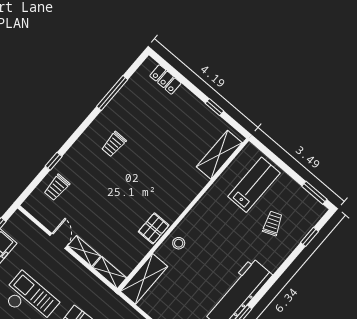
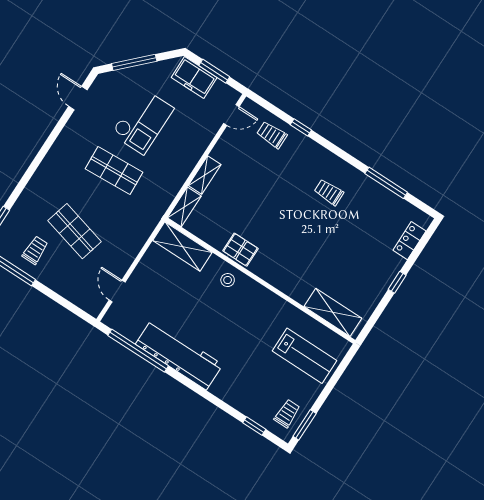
window: (214, 107) -> (397, 282), moved
trolley: (273, 223) -> (287, 414), moved, turned -68
door: (58, 241) -> (231, 115), moved

